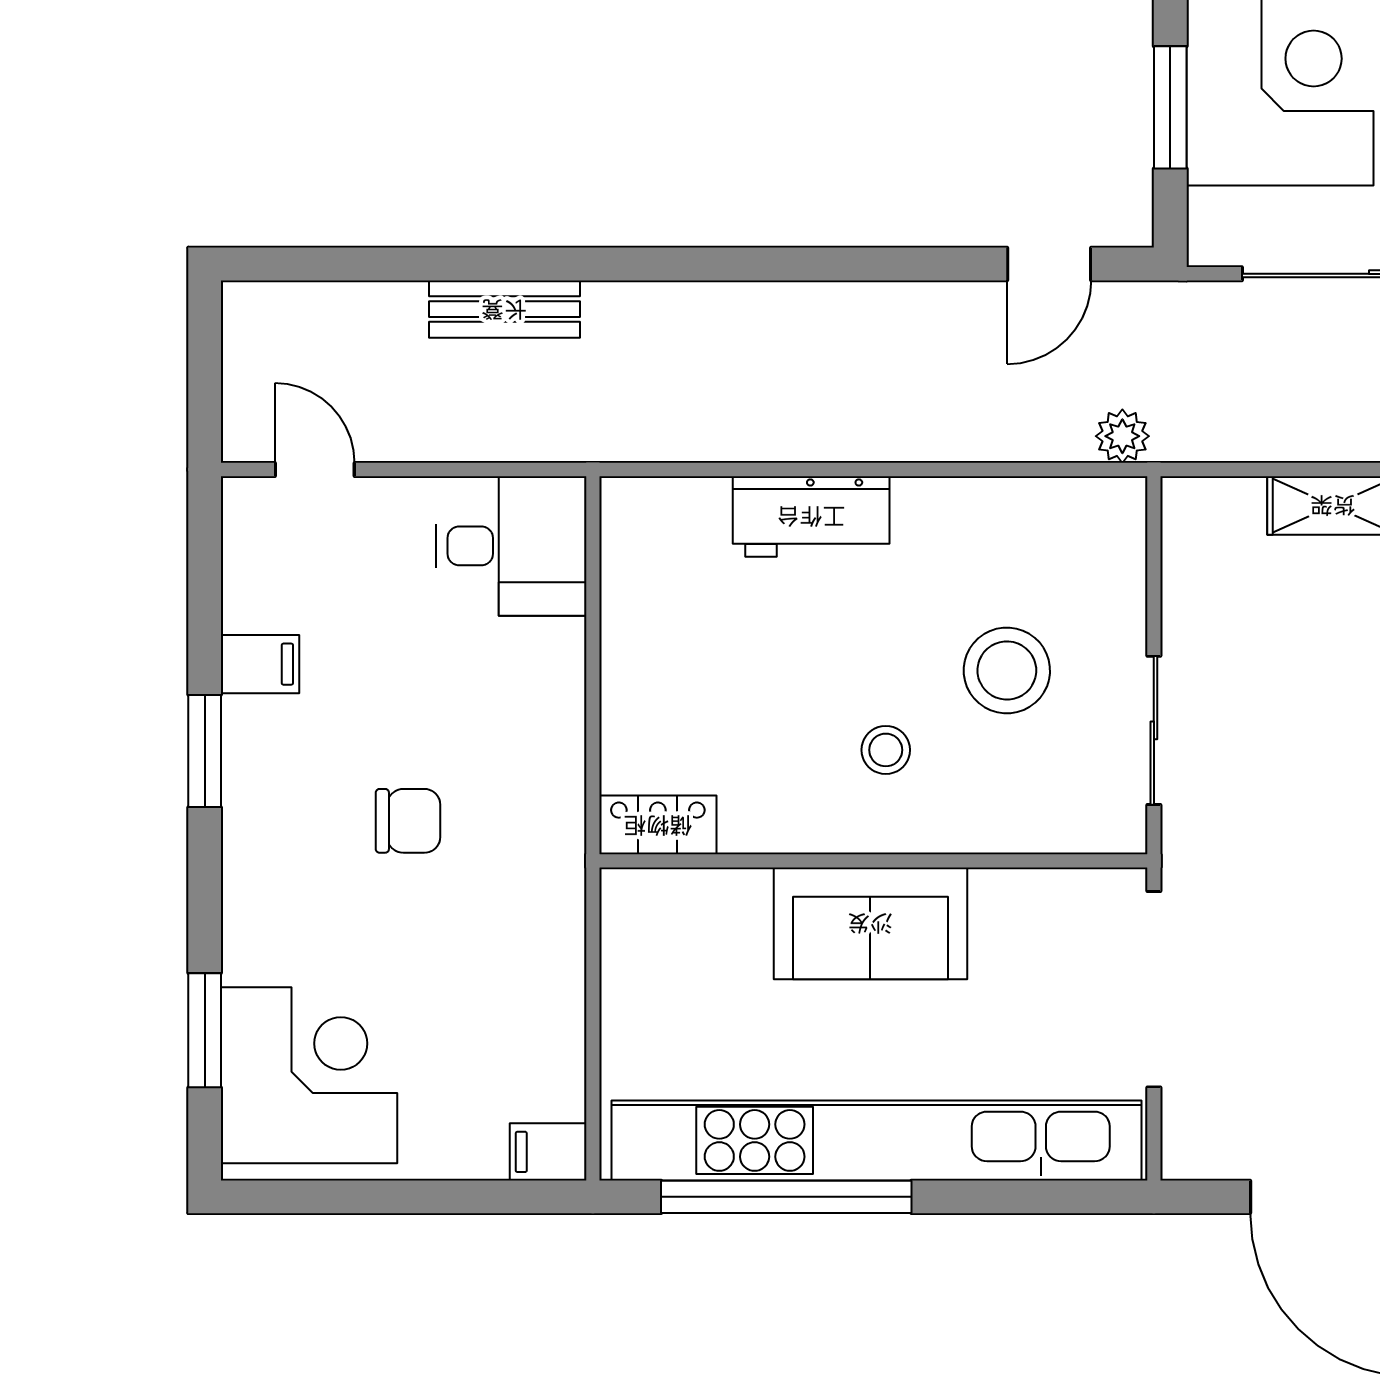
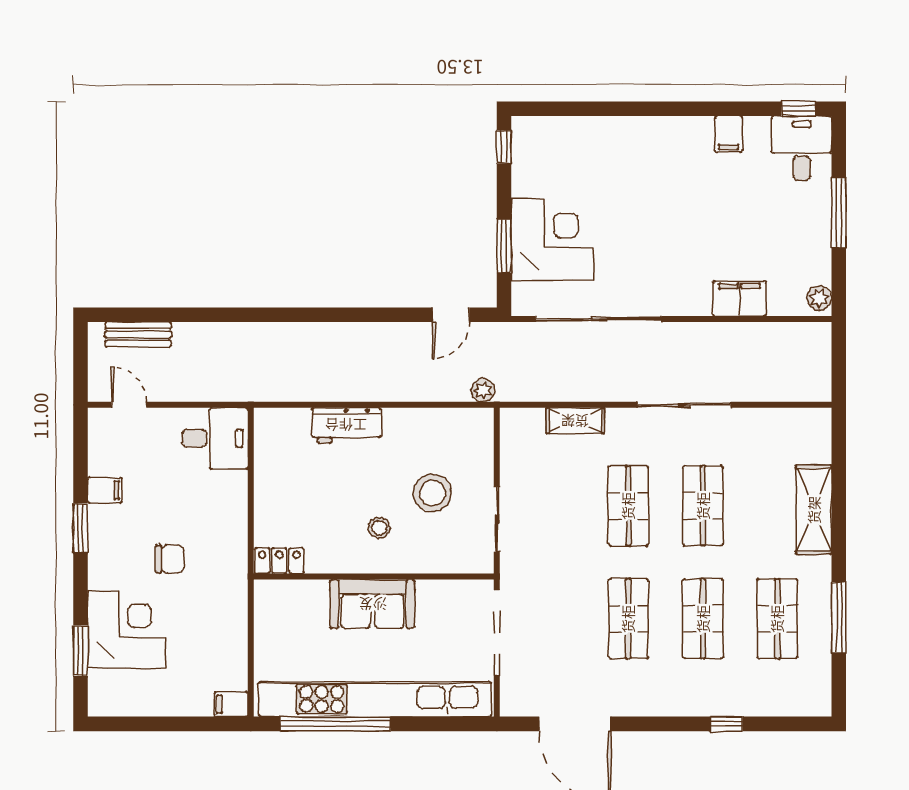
bench: (504, 309) -> (138, 334), moved
corner desk: (309, 1075) -> (126, 629), moved

